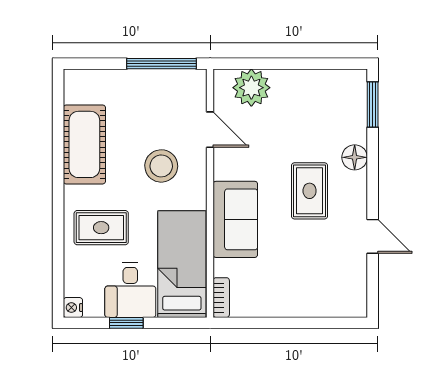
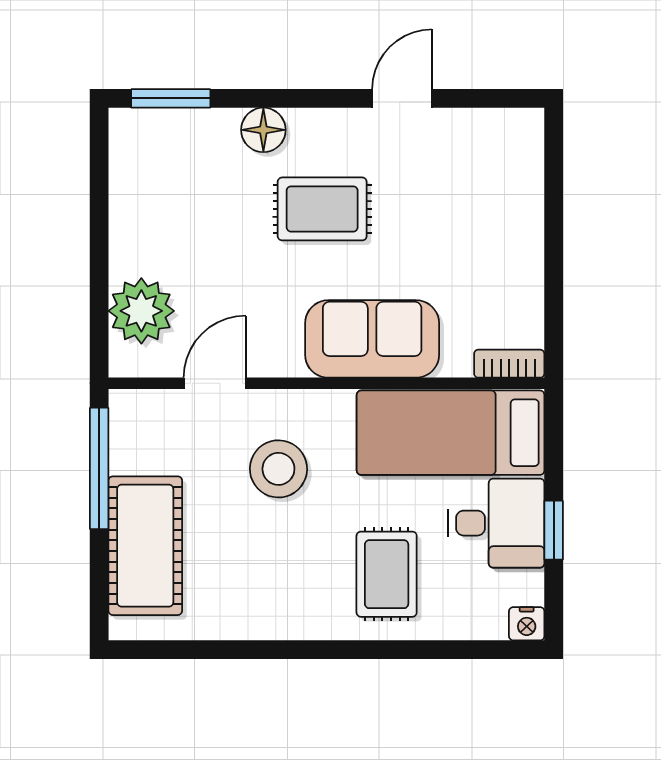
cot: (84, 144) -> (145, 546), moved, turned 90

